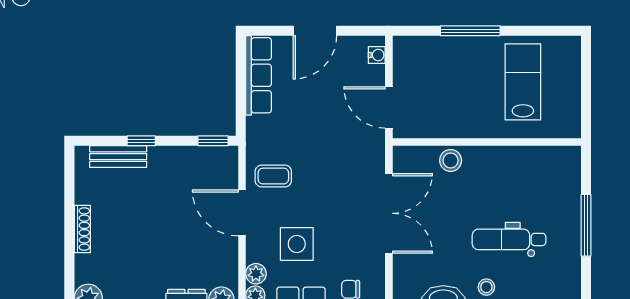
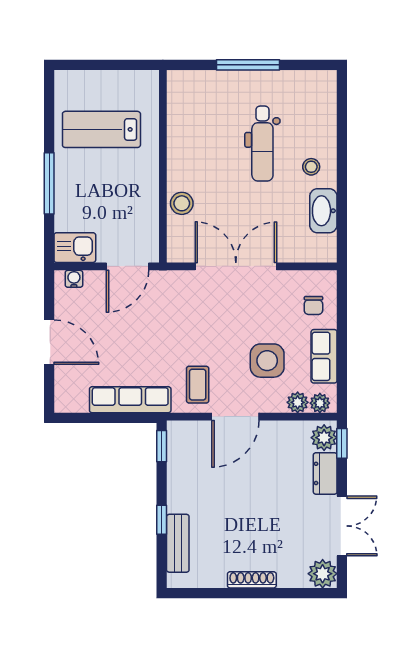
kitchen sink: (407, 56) -> (75, 248), added
row of seats: (259, 75) -> (130, 400), moved

